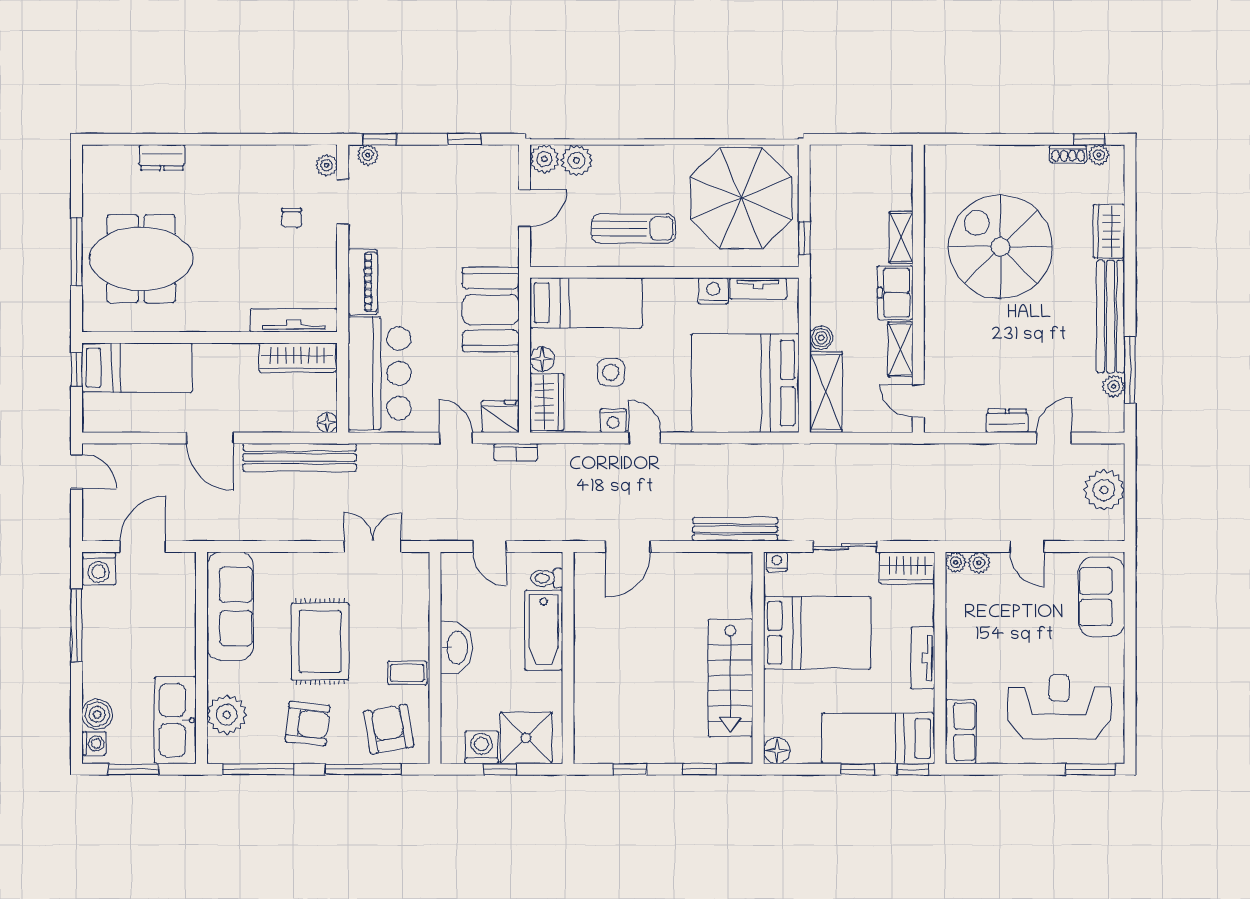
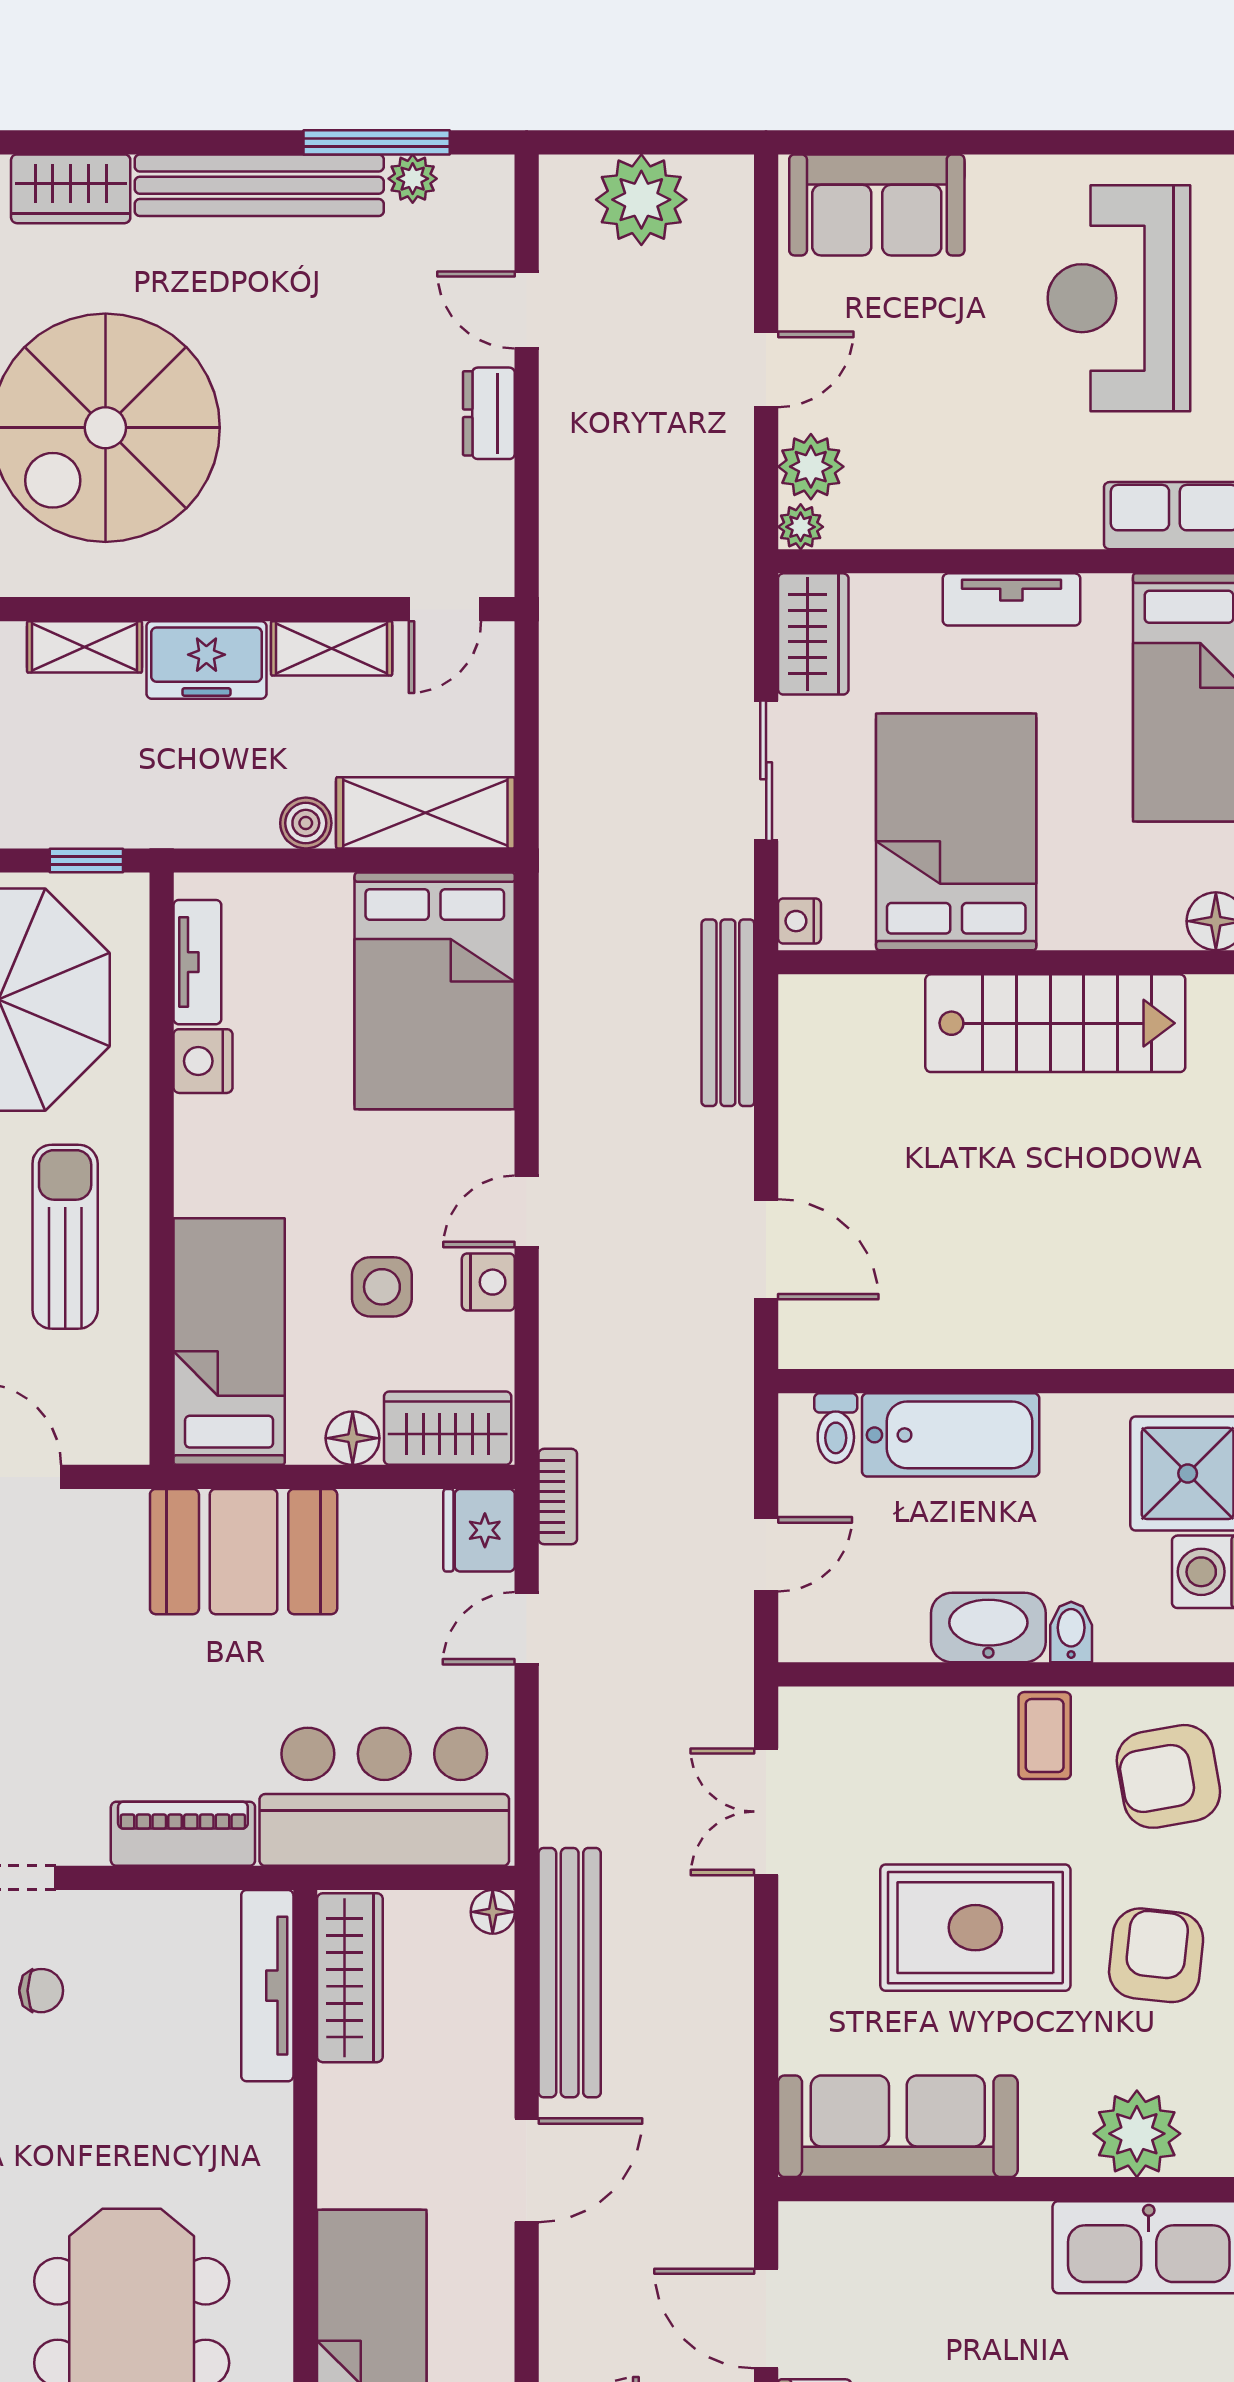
bed: (745, 383) -> (435, 991), width x0.73
plant: (979, 563) -> (811, 467), width x1.38, depth x1.38
bidet: (454, 685) -> (1071, 1632), added

